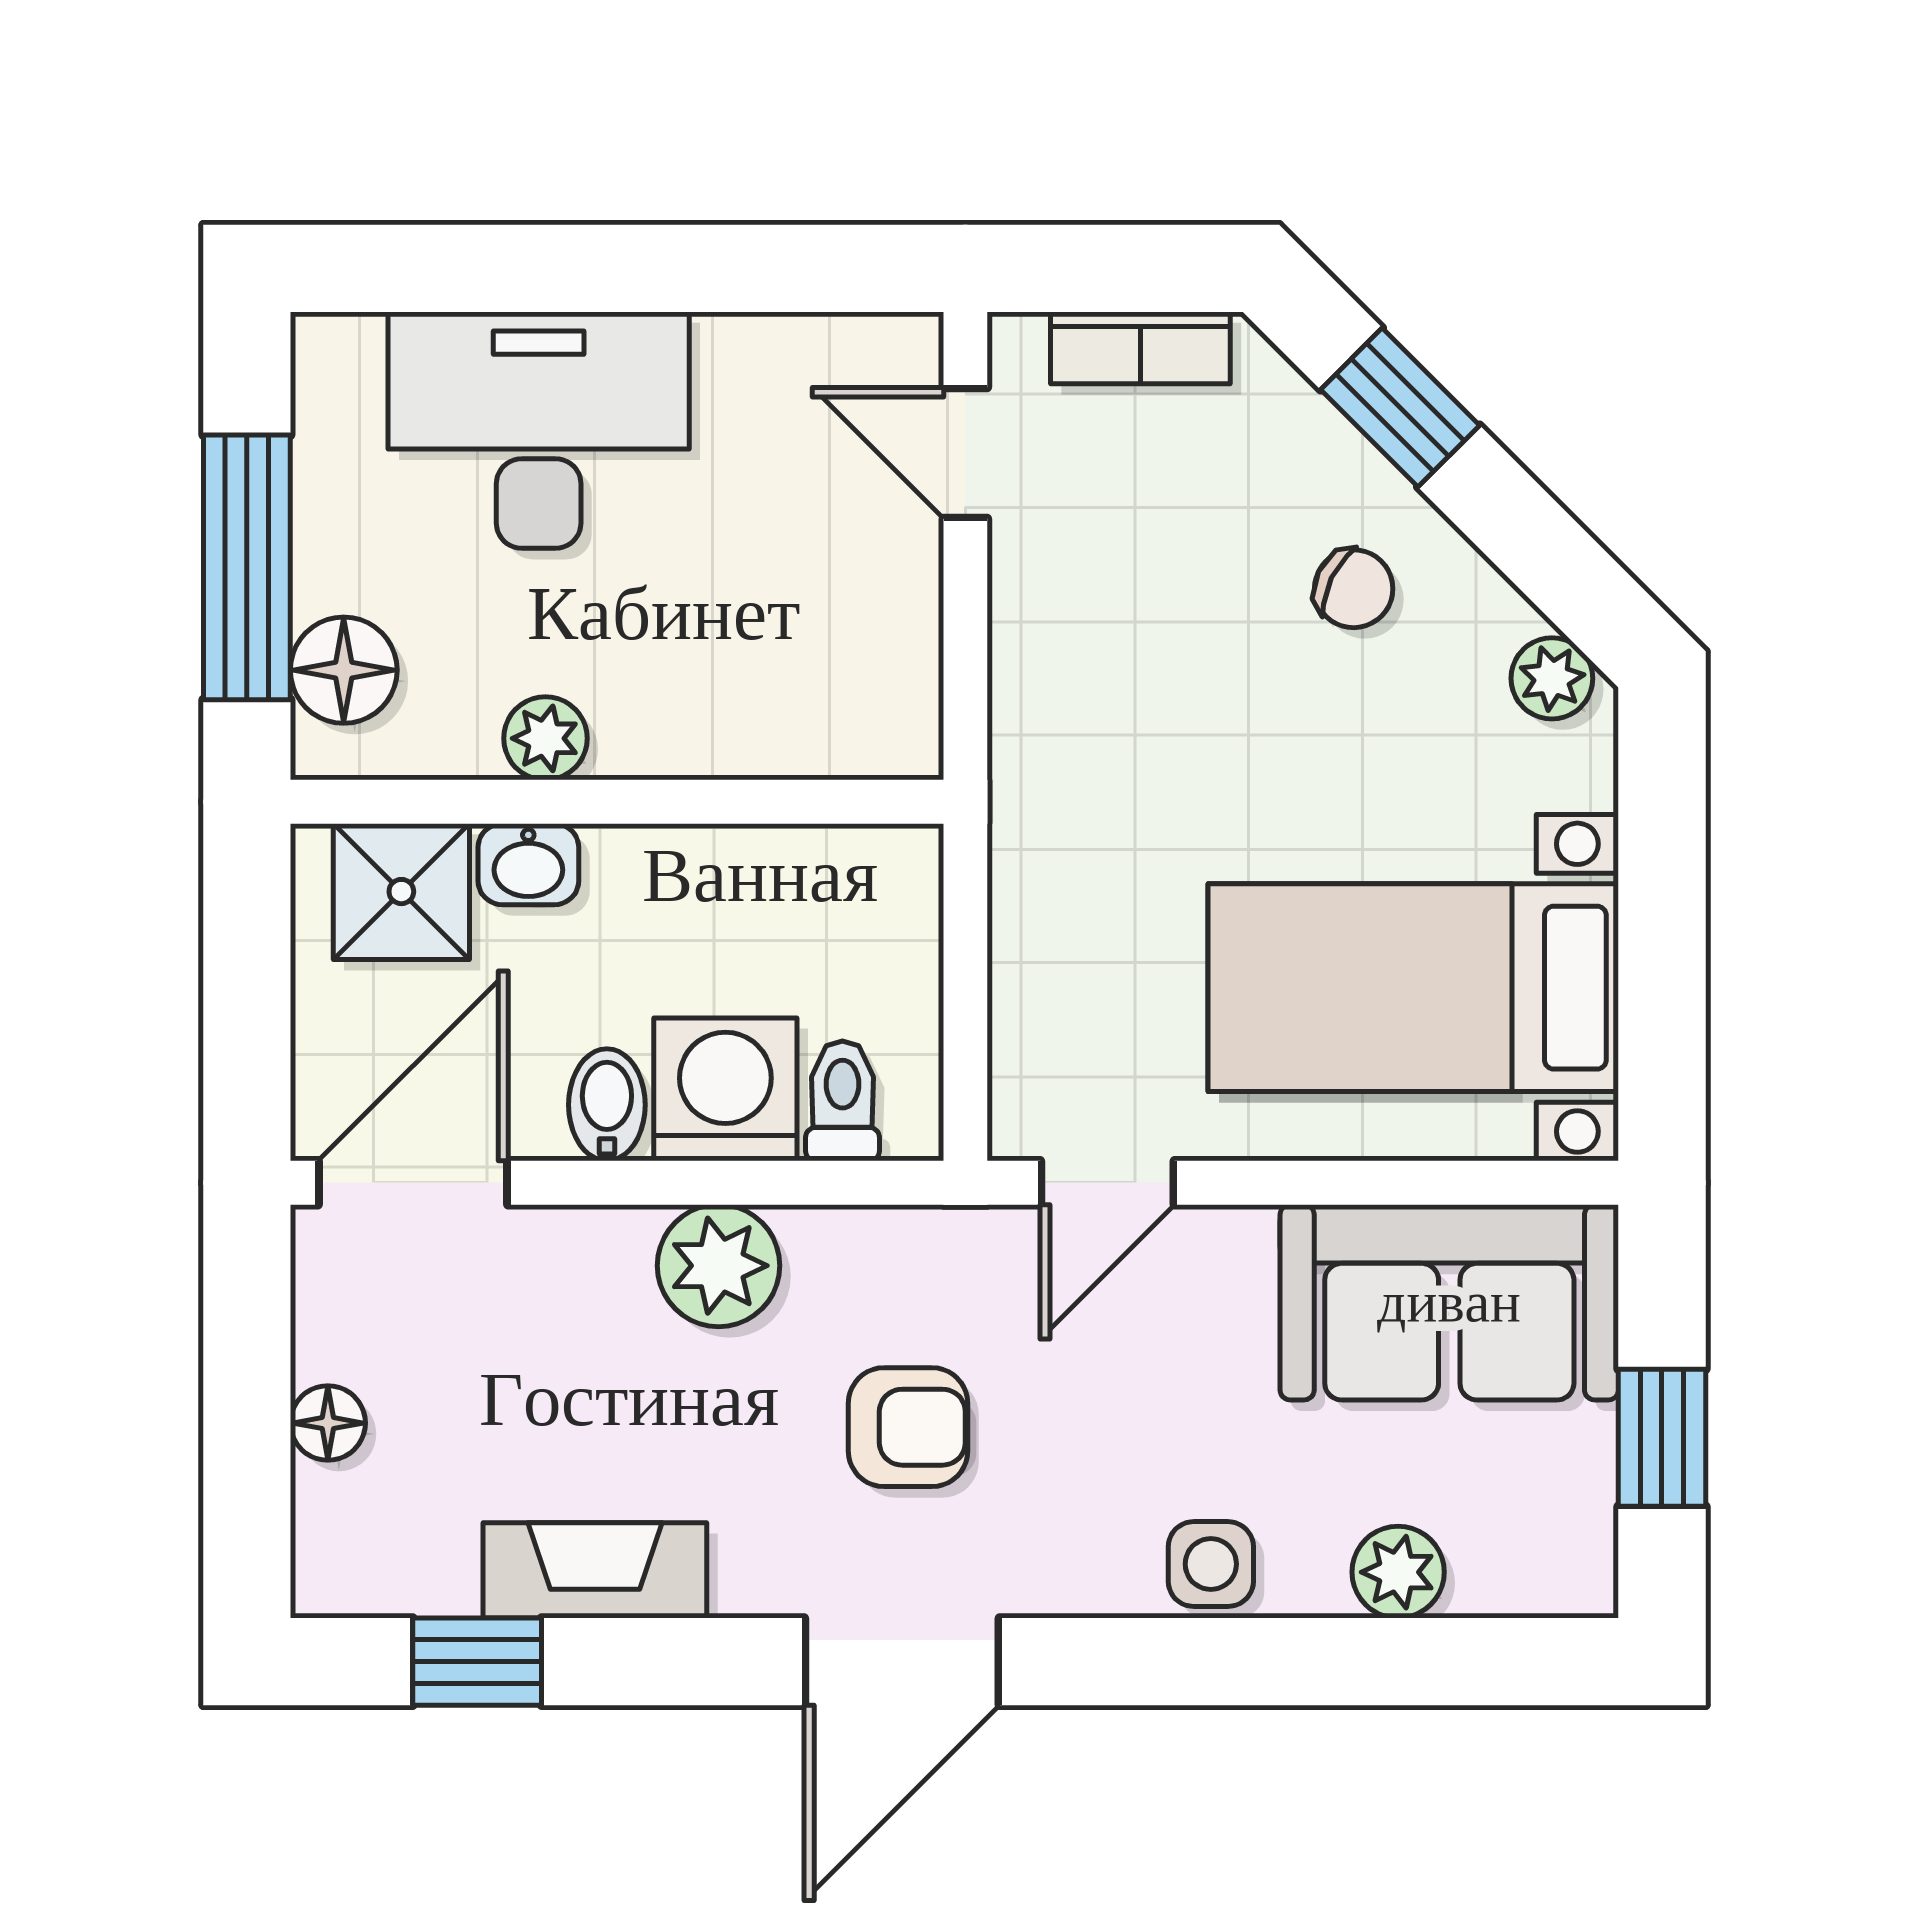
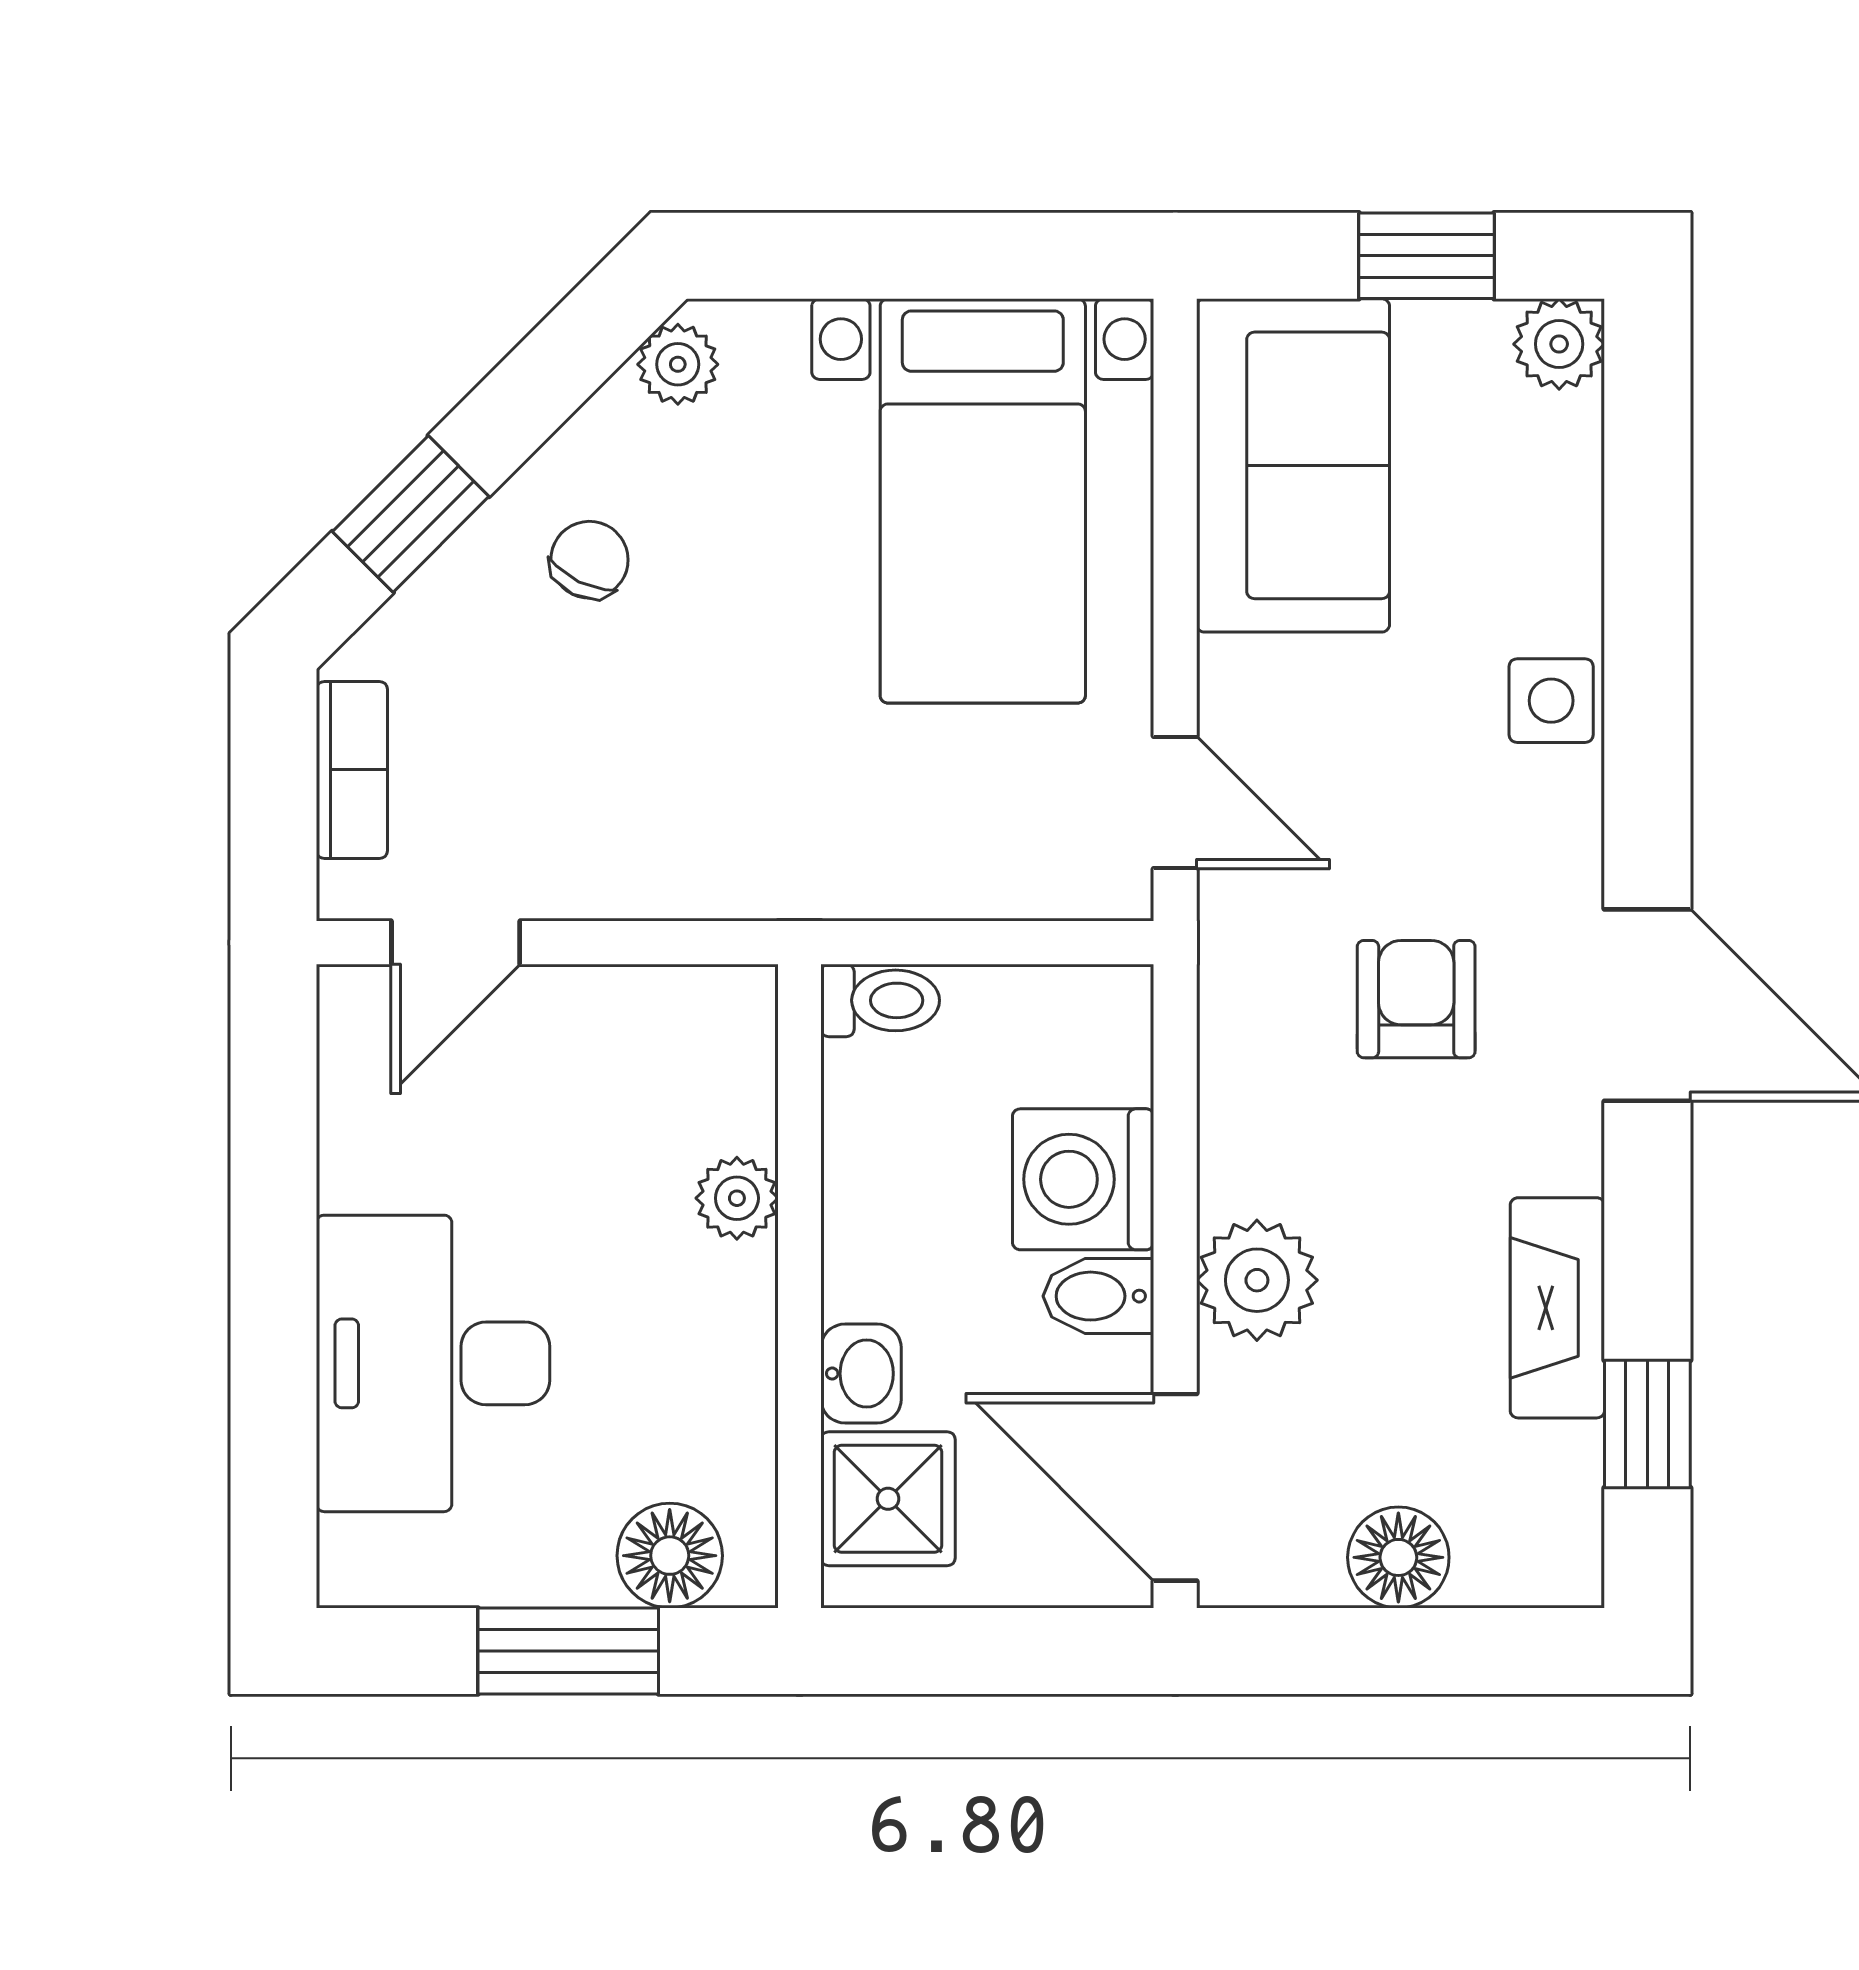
window: (247, 567) -> (568, 1651), width x0.69
plant: (545, 738) -> (737, 1198), moved
toilet: (842, 1101) -> (880, 1000), moved, turned 180
plant: (719, 1266) -> (1257, 1280), moved
floor lamp: (328, 1423) -> (1398, 1557), width x1.37, depth x1.37
plant: (1398, 1572) -> (1559, 344), moved

